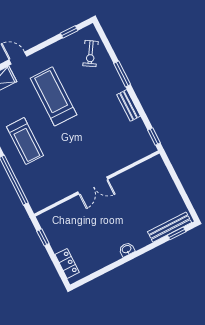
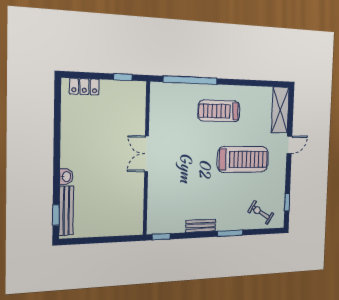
washbasin: (127, 249) -> (66, 177), moved

